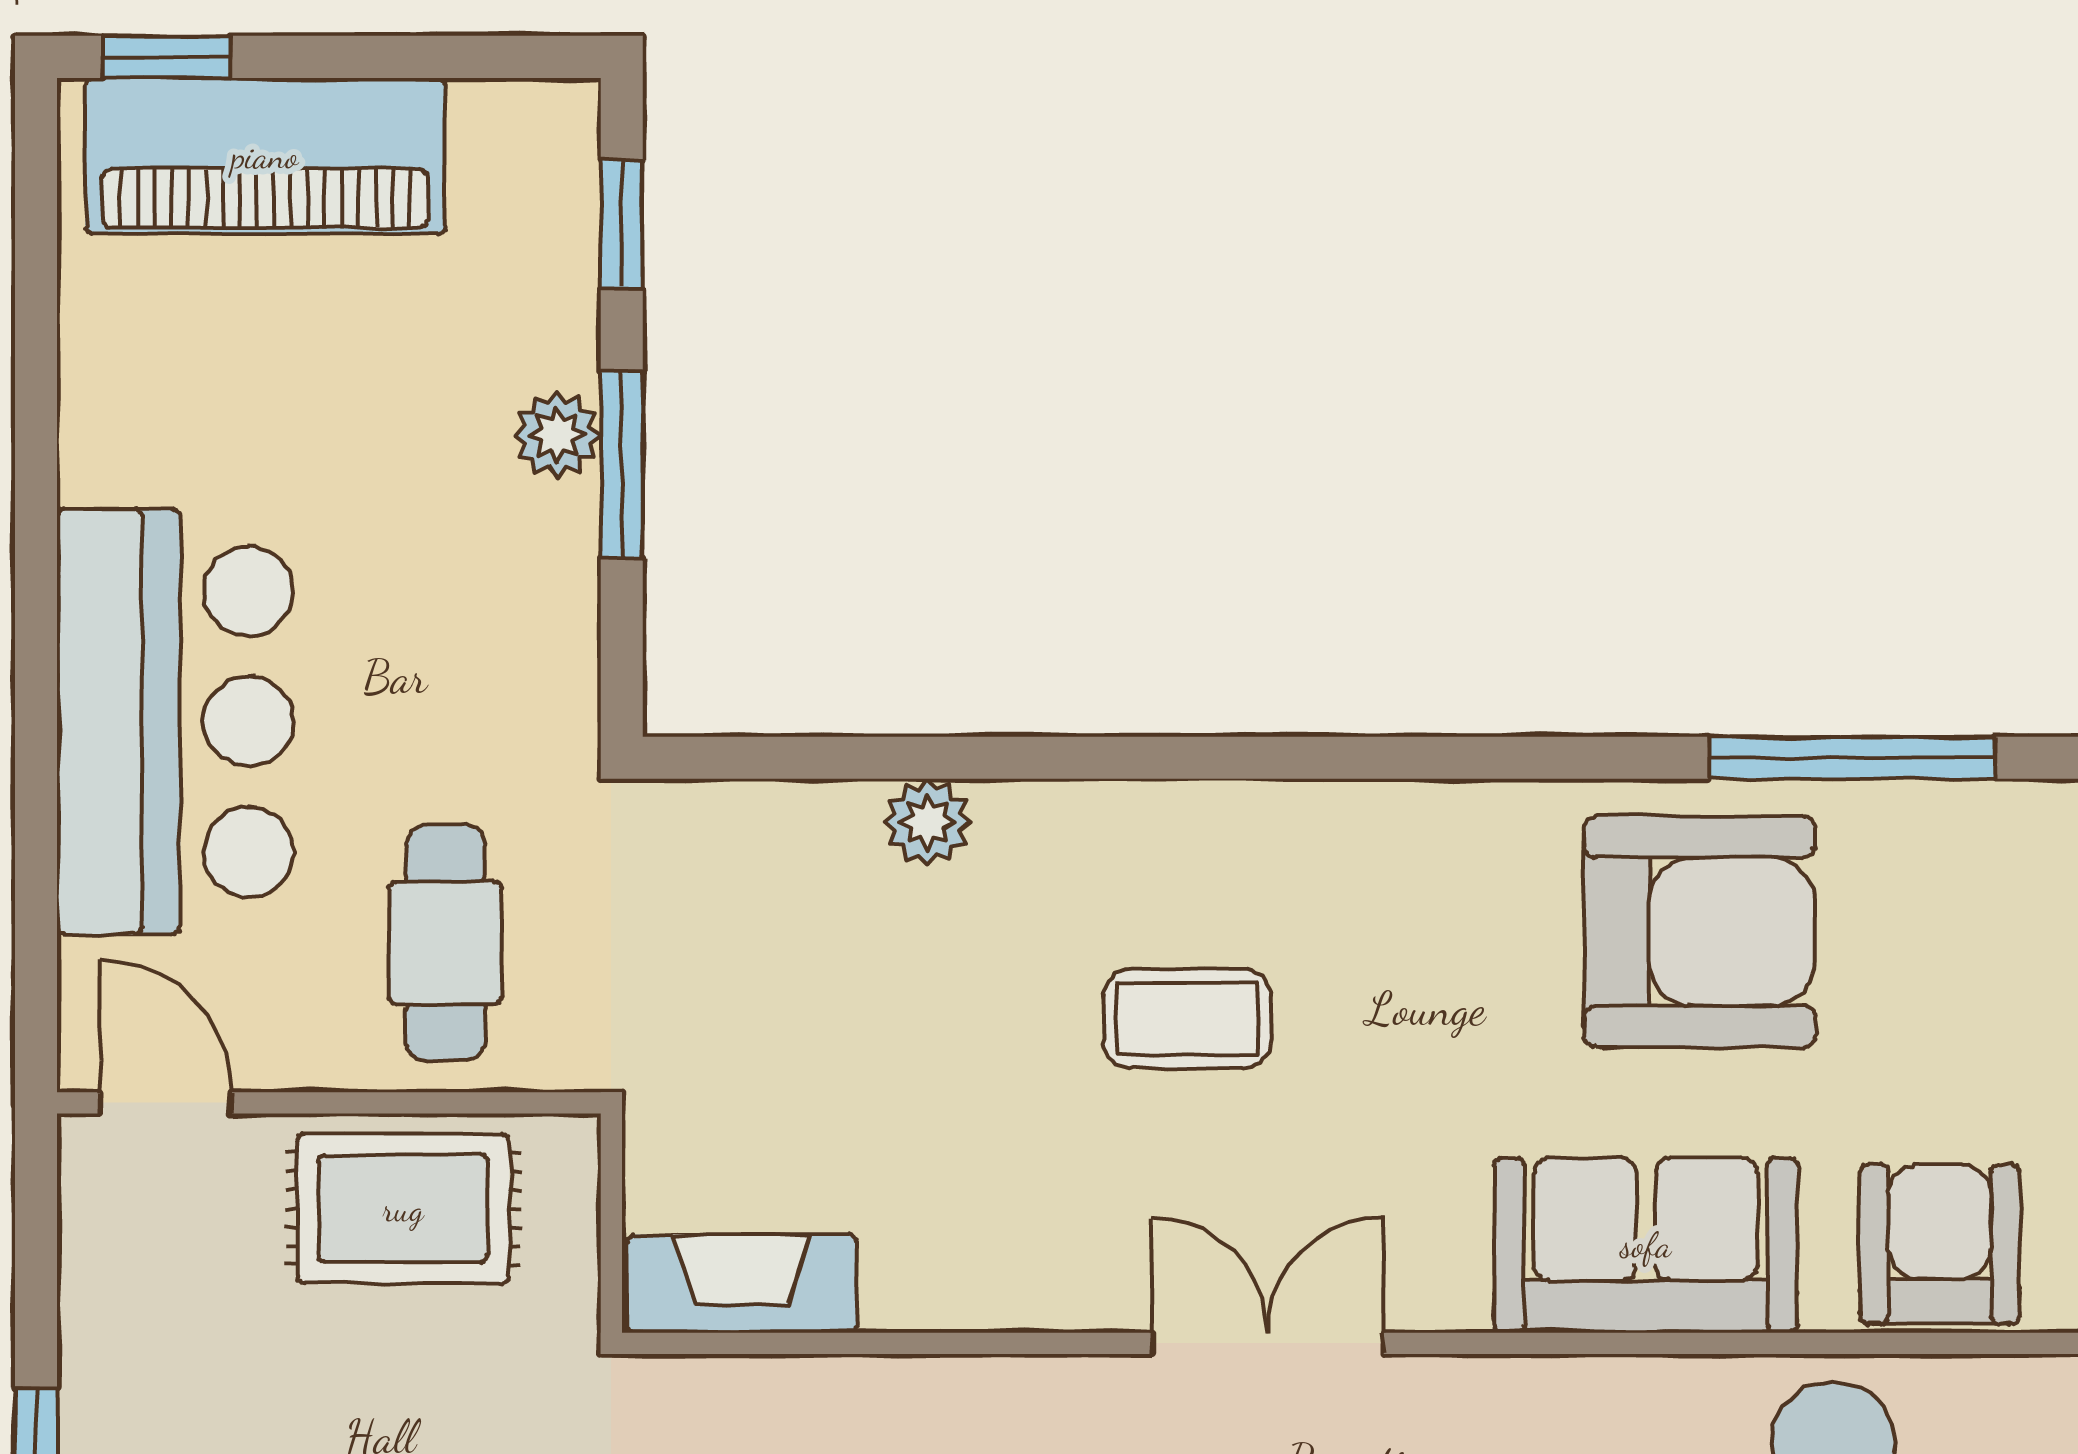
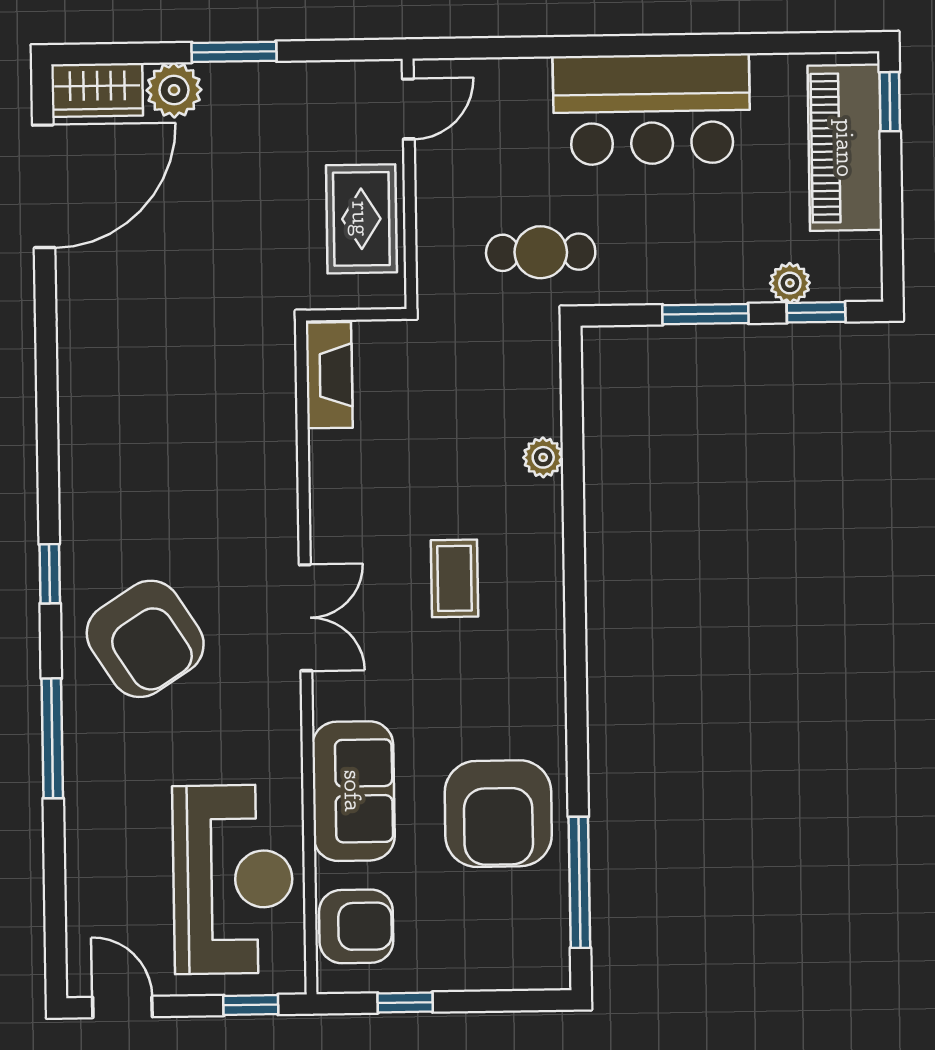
plant: (557, 435) -> (790, 283), moved
bar counter: (175, 721) -> (652, 109), moved
cafe table: (446, 943) -> (541, 252), moved

